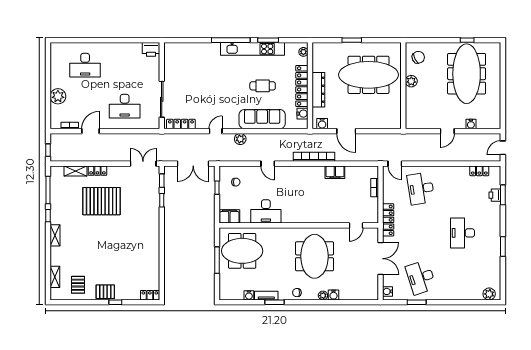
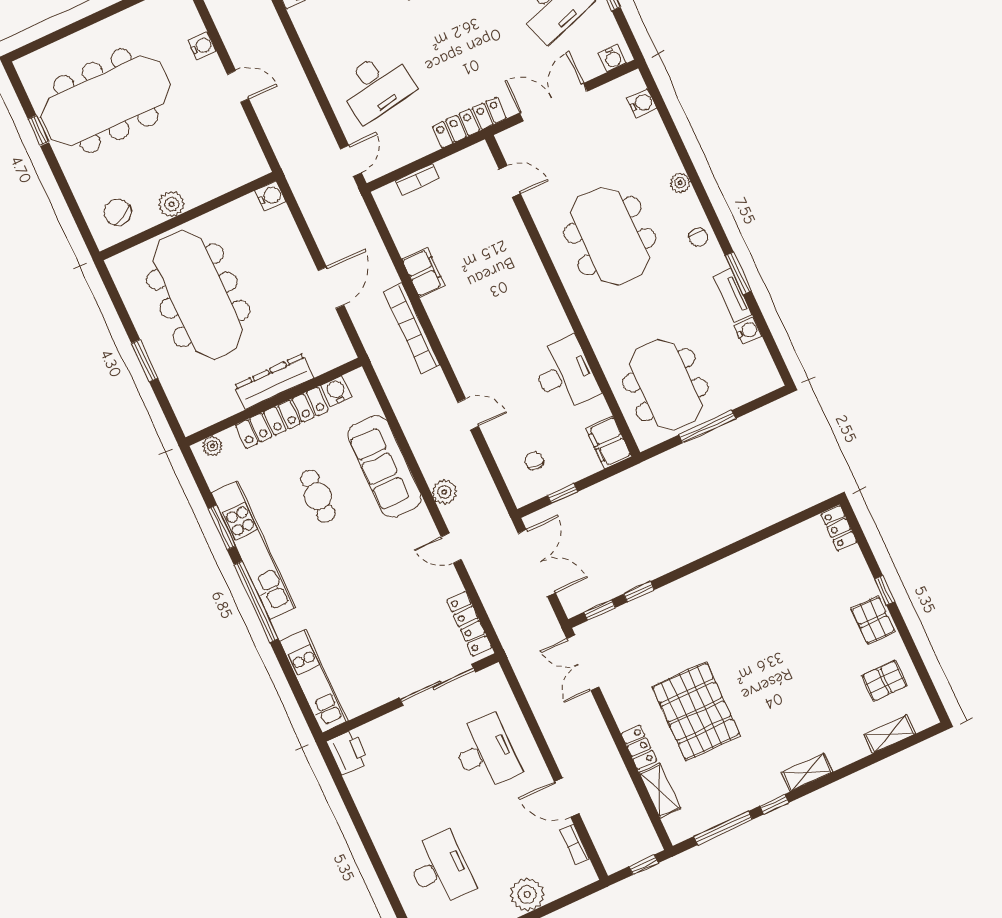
kitchen unit: (187, 49) -> (314, 681), added
water cooler: (322, 124) -> (271, 196), moved
door: (268, 164) -> (468, 414), hinge flipped
meeting table: (315, 256) -> (610, 236), turned 90
water cooler: (334, 295) -> (642, 103), moved

